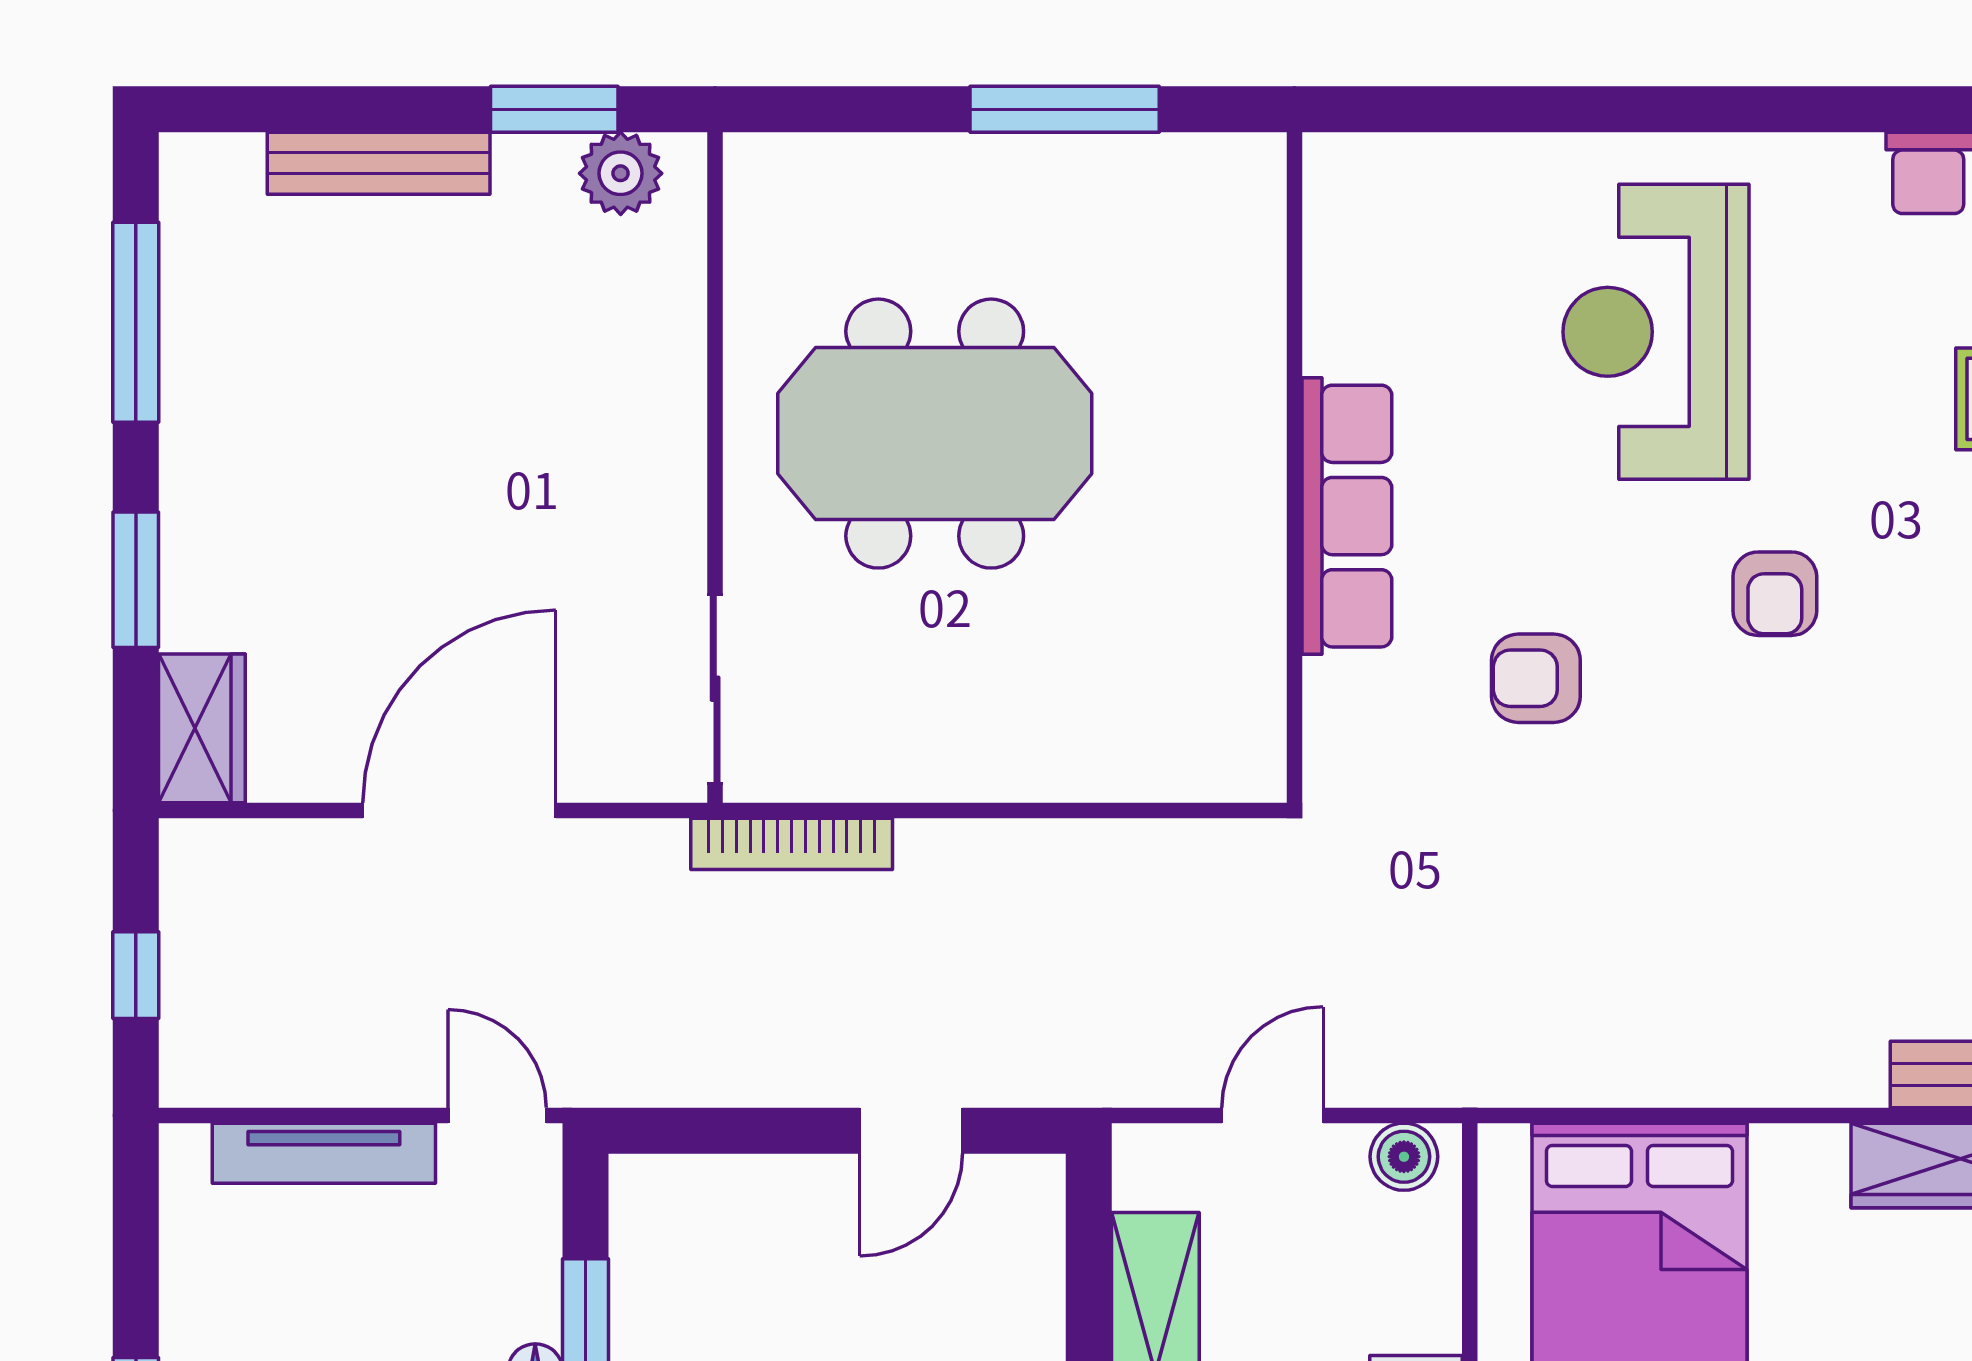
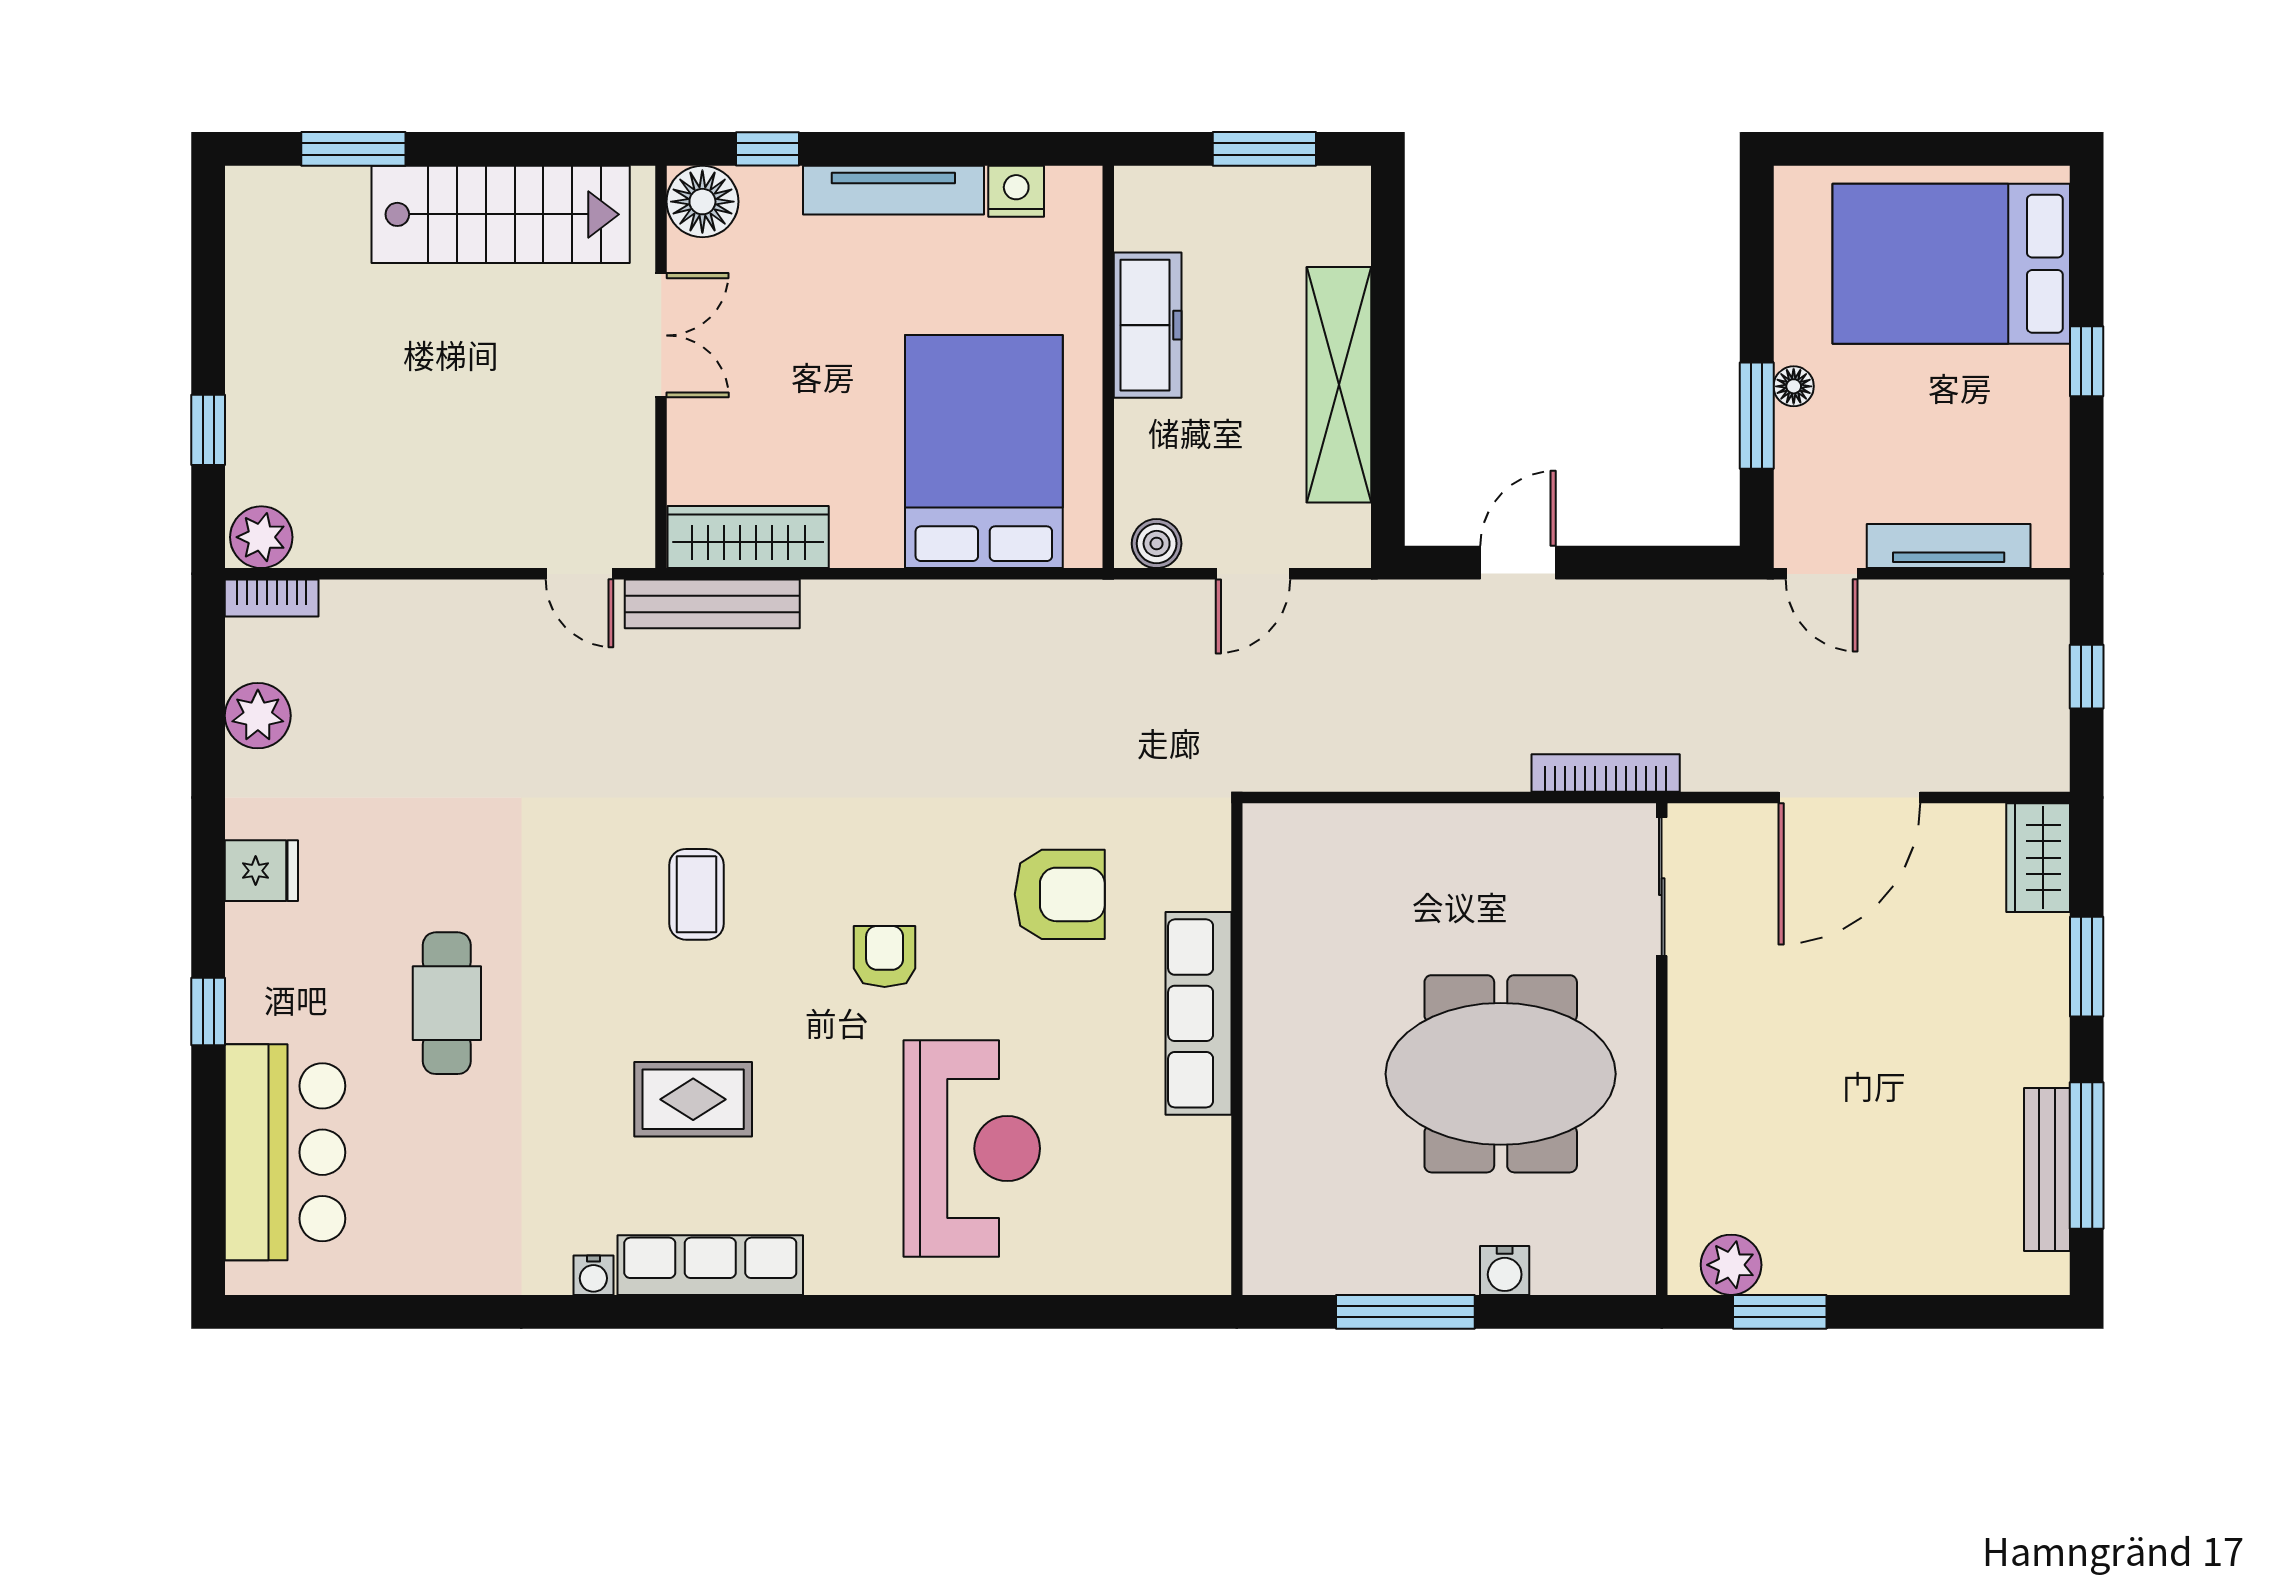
bench: (379, 163) -> (2047, 1170), moved, turned 90
water cooler: (929, 165) -> (1505, 1270), added
armchair: (1536, 678) -> (1060, 894), width x1.38, depth x1.38

